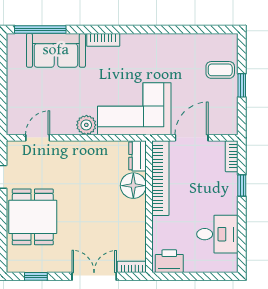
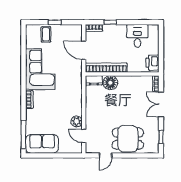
sofa: (56, 50) -> (42, 144), moved, turned -90
corner sofa: (134, 109) -> (40, 69), moved, turned 180
plant: (86, 125) -> (77, 121), moved

